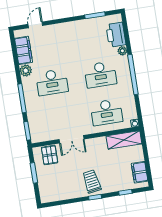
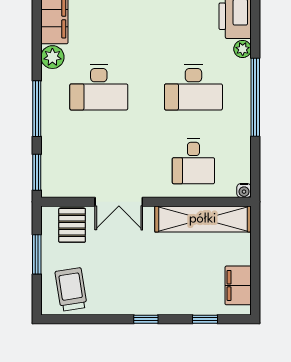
desk: (106, 112) -> (193, 161), width x0.73
shelving: (124, 140) -> (203, 219), width x1.47
trolley: (92, 181) -> (71, 289), moved

